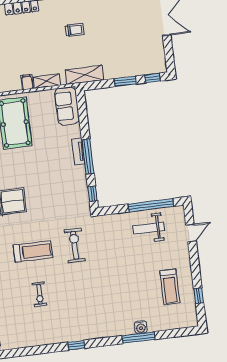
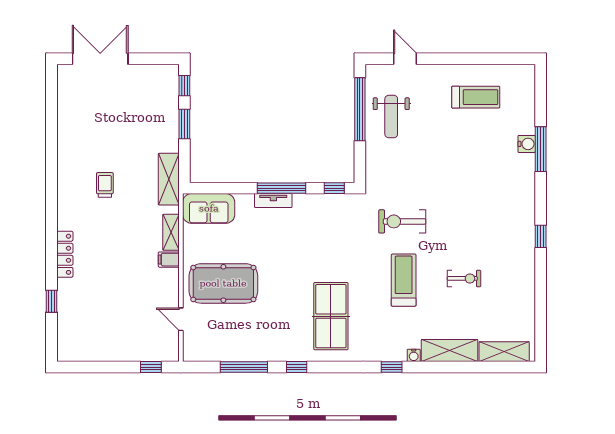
window: (199, 296) -> (493, 59), removed

